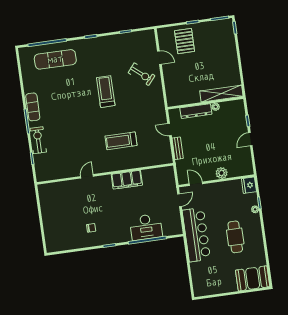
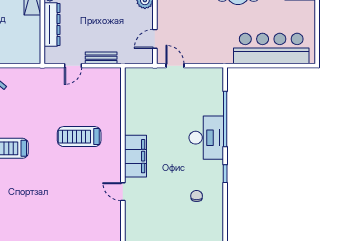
treadmill: (121, 141) -> (79, 137), turned 90
filing cabinet: (127, 180) -> (135, 156), moved
desk: (146, 227) -> (206, 138), moved
bar counter: (196, 235) -> (271, 48), moved

